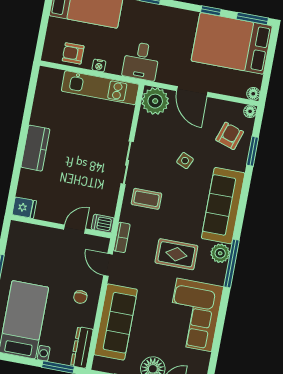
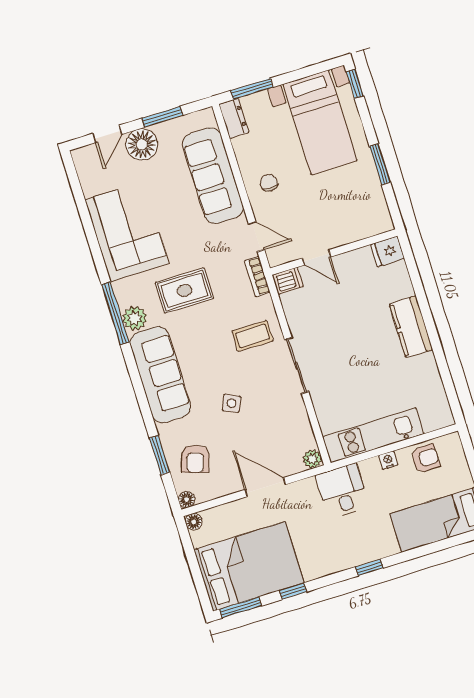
plant: (155, 101) -> (312, 459), width x0.53, depth x0.53
door: (75, 229) -> (317, 257), hinge flipped
dresser: (82, 347) -> (234, 118), width x0.70

